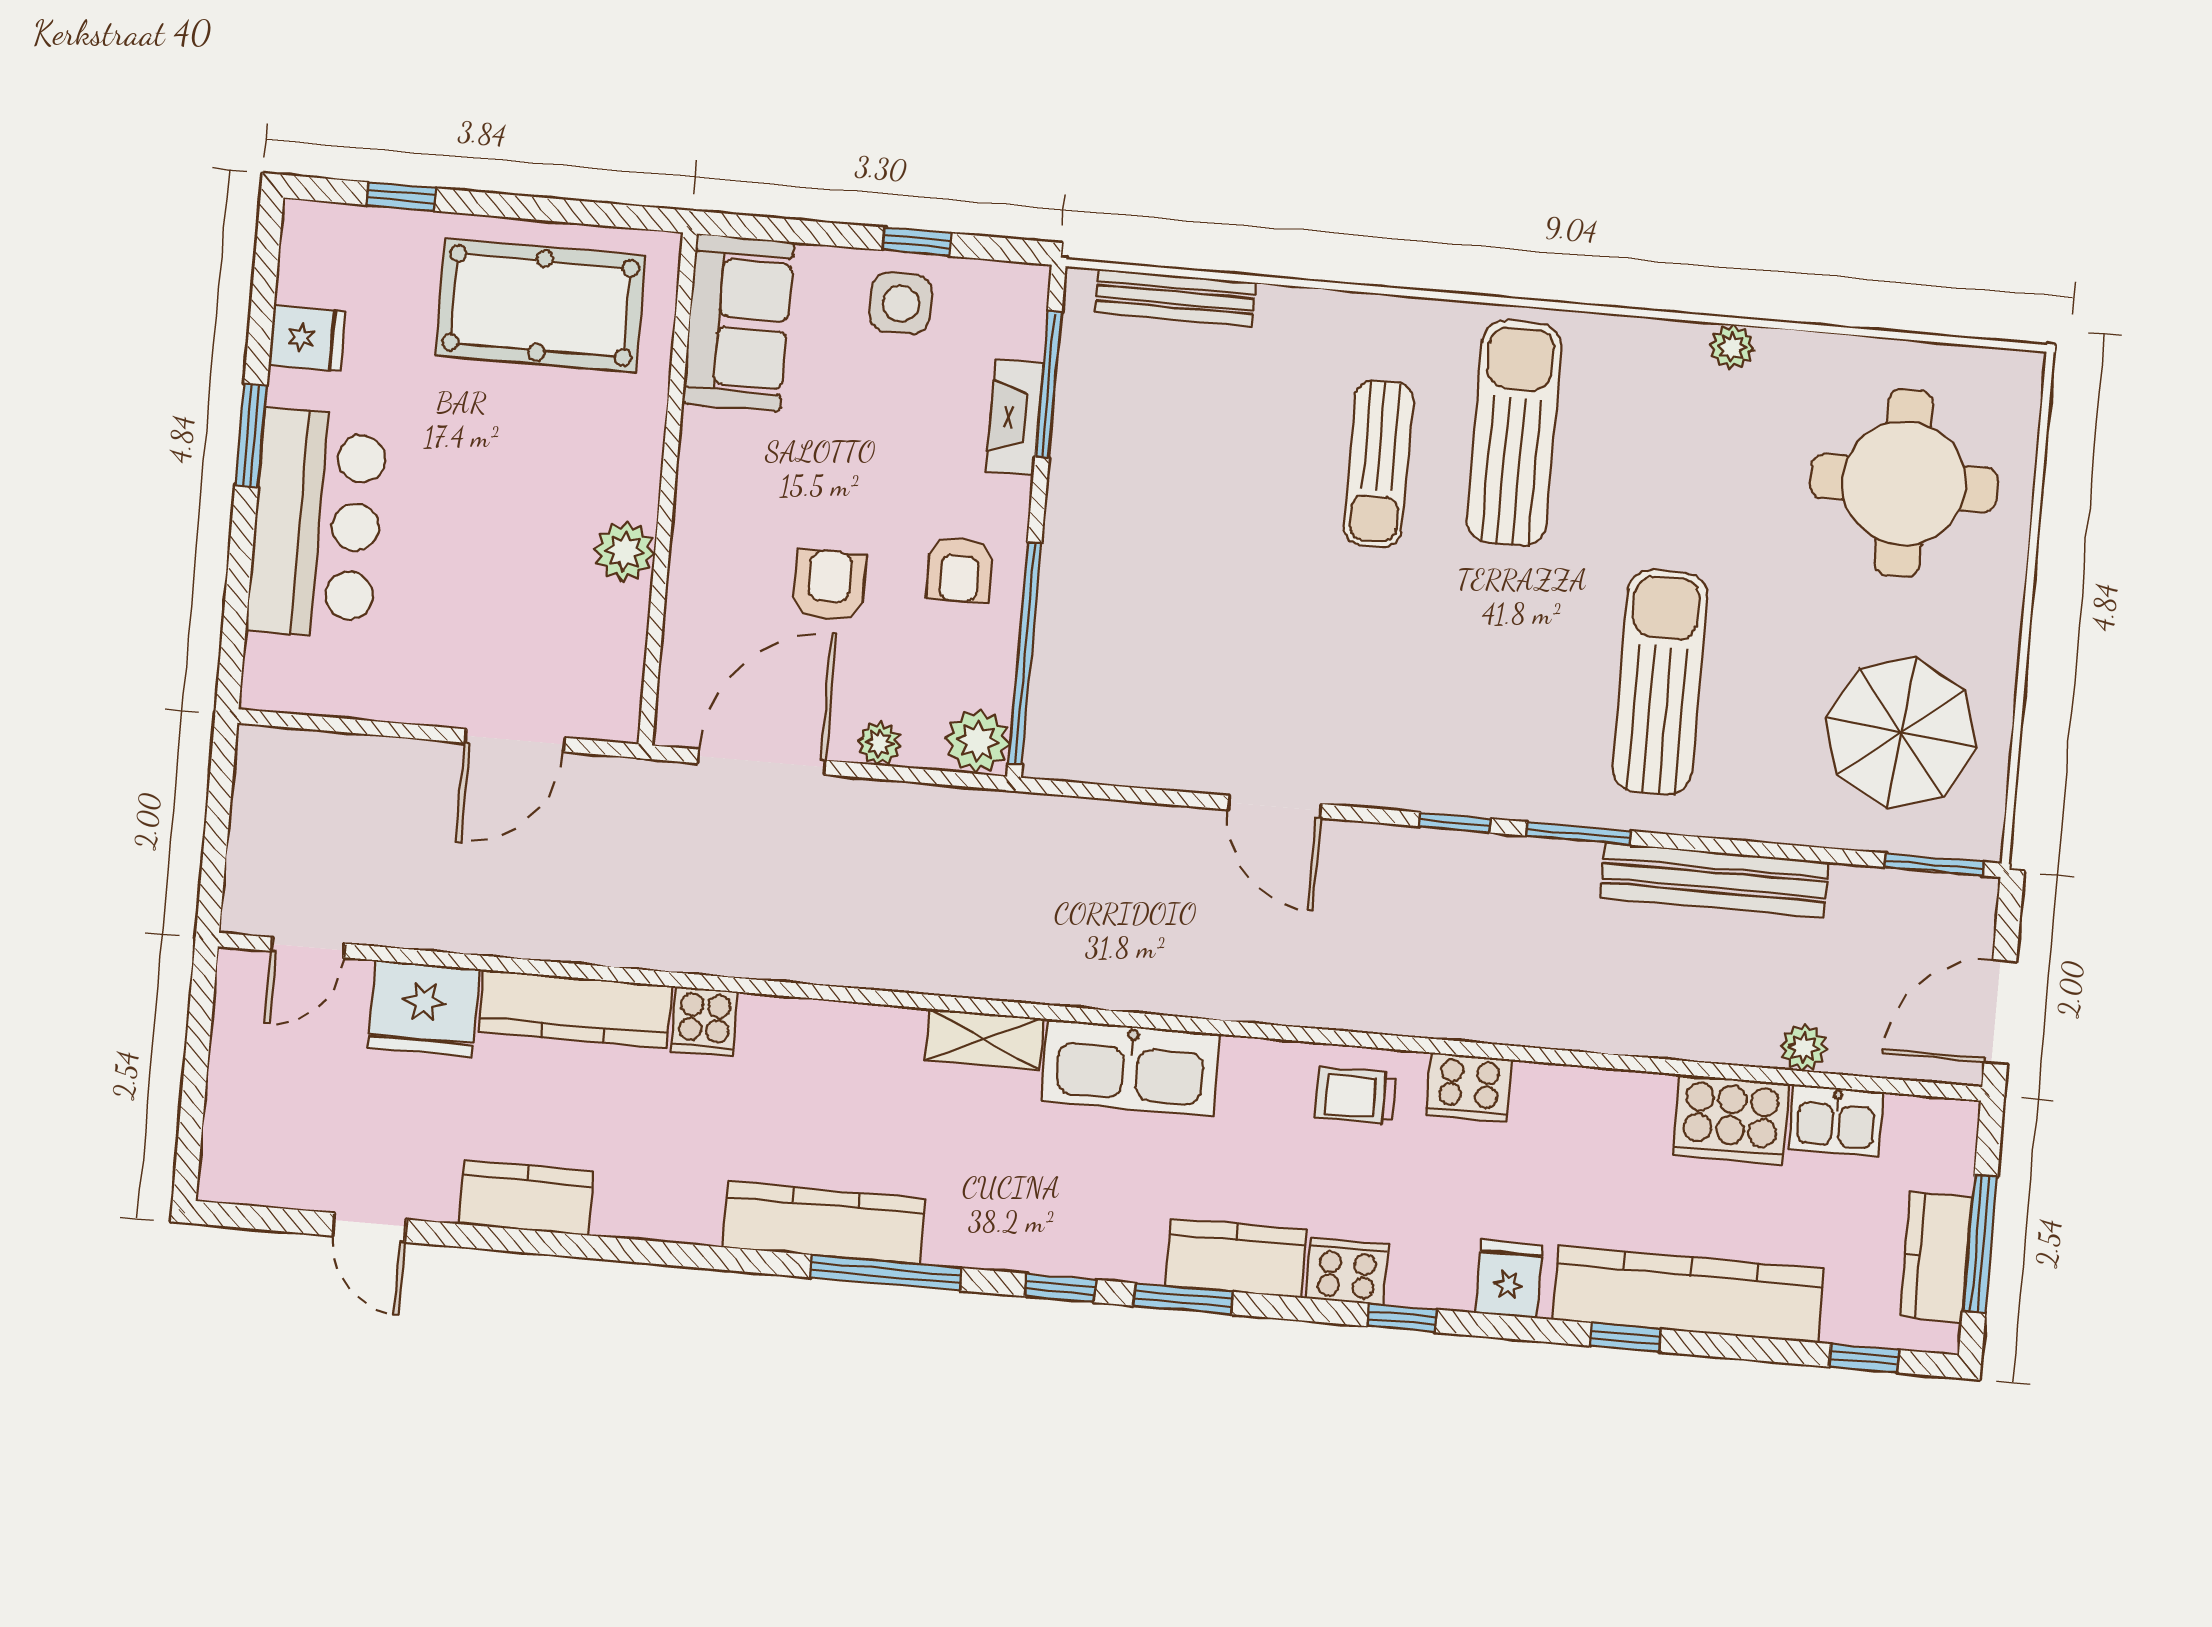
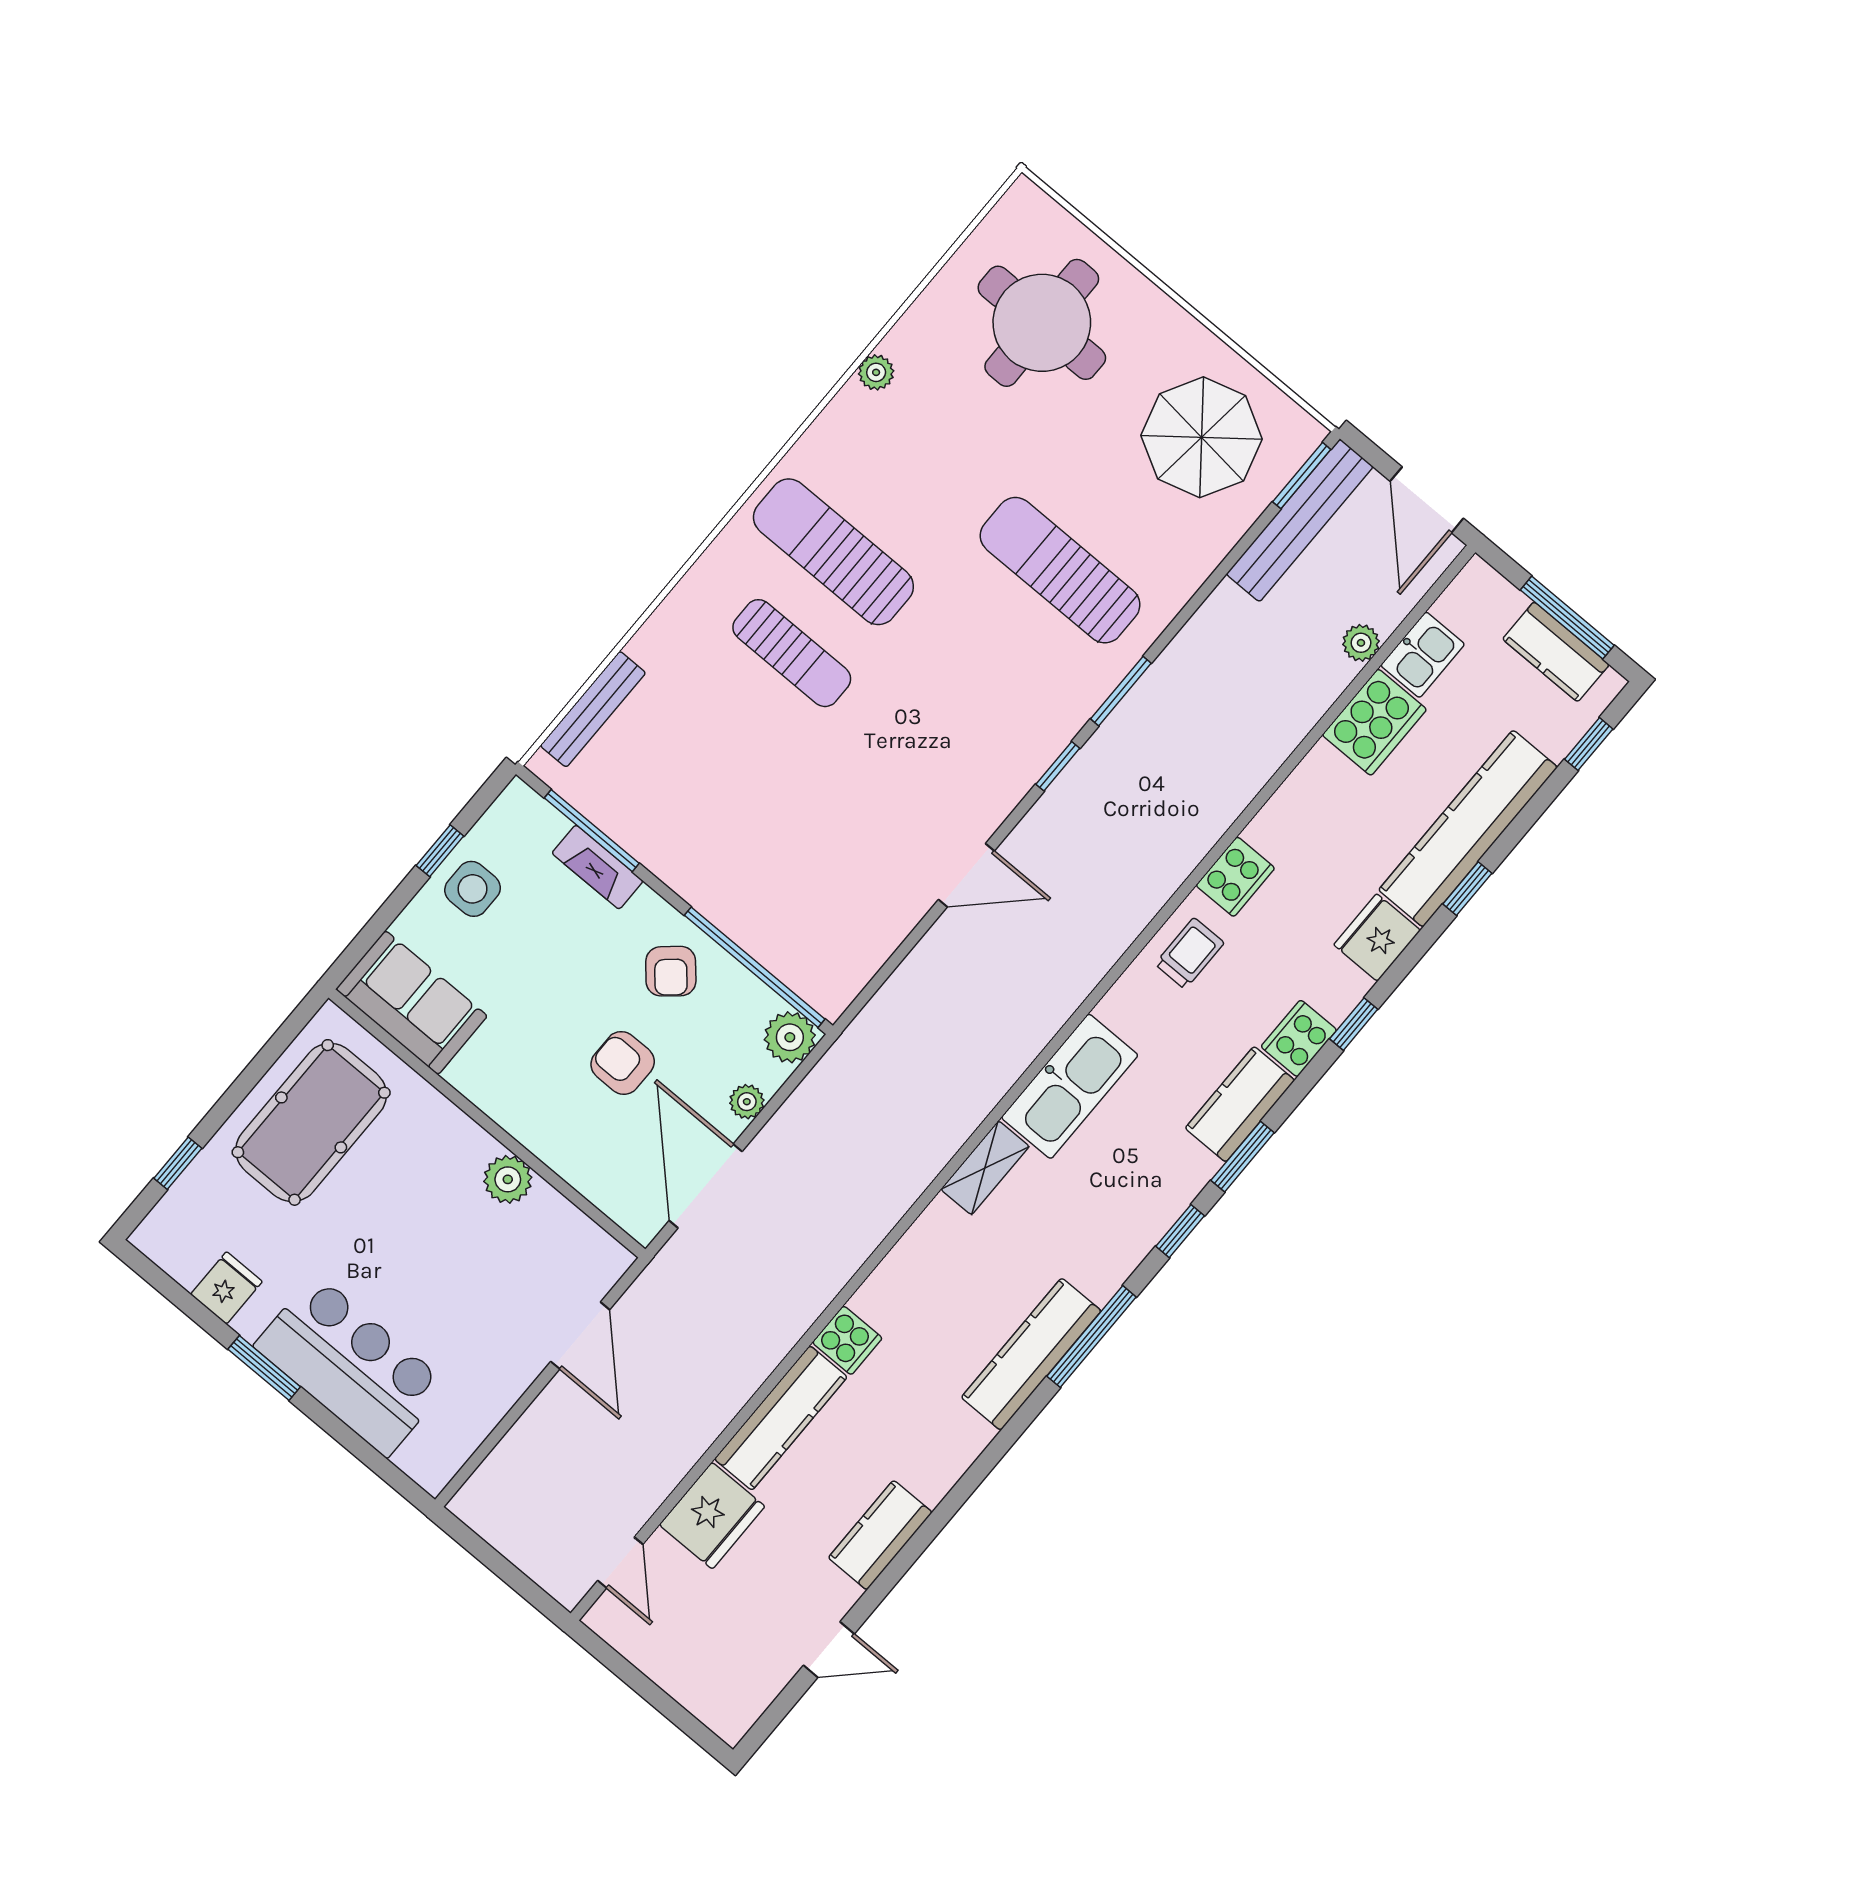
armchair: (960, 569) -> (671, 971), turned 49
bench: (1714, 880) -> (1300, 520), moved
trolley: (1356, 1096) -> (1189, 953), turned 180
fridge: (1509, 1279) -> (1377, 938), width x1.38

